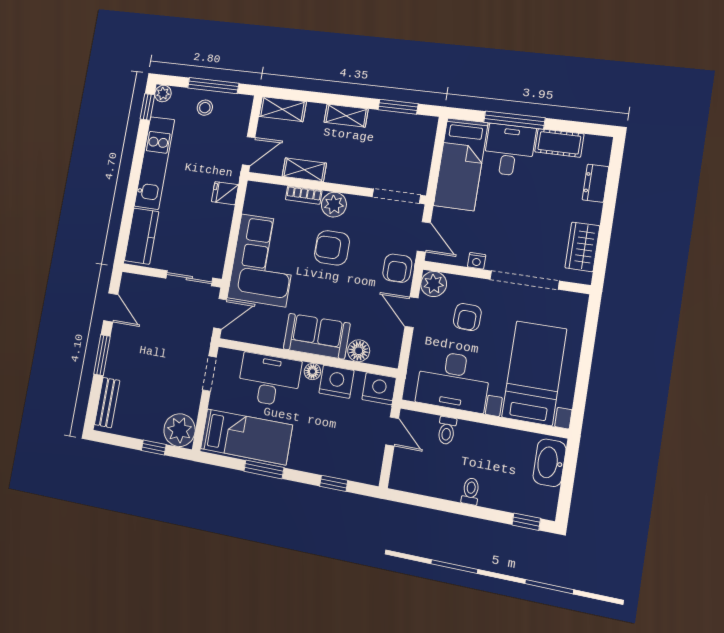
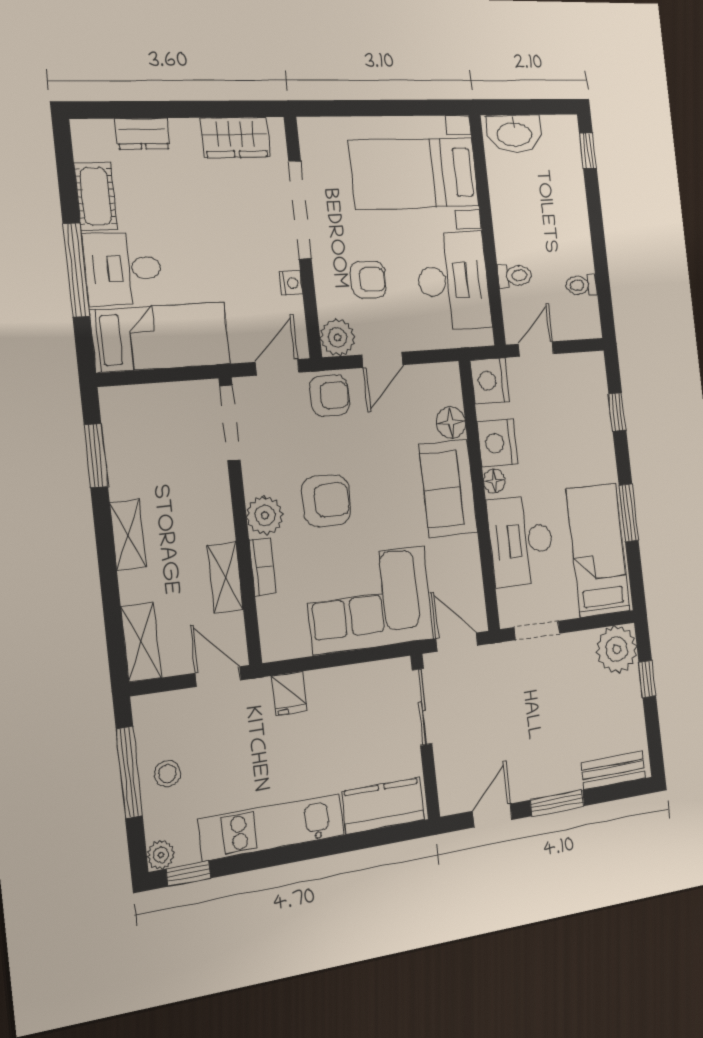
armchair: (332, 248) -> (326, 501), turned -90
toilet: (471, 491) -> (581, 285), moved

